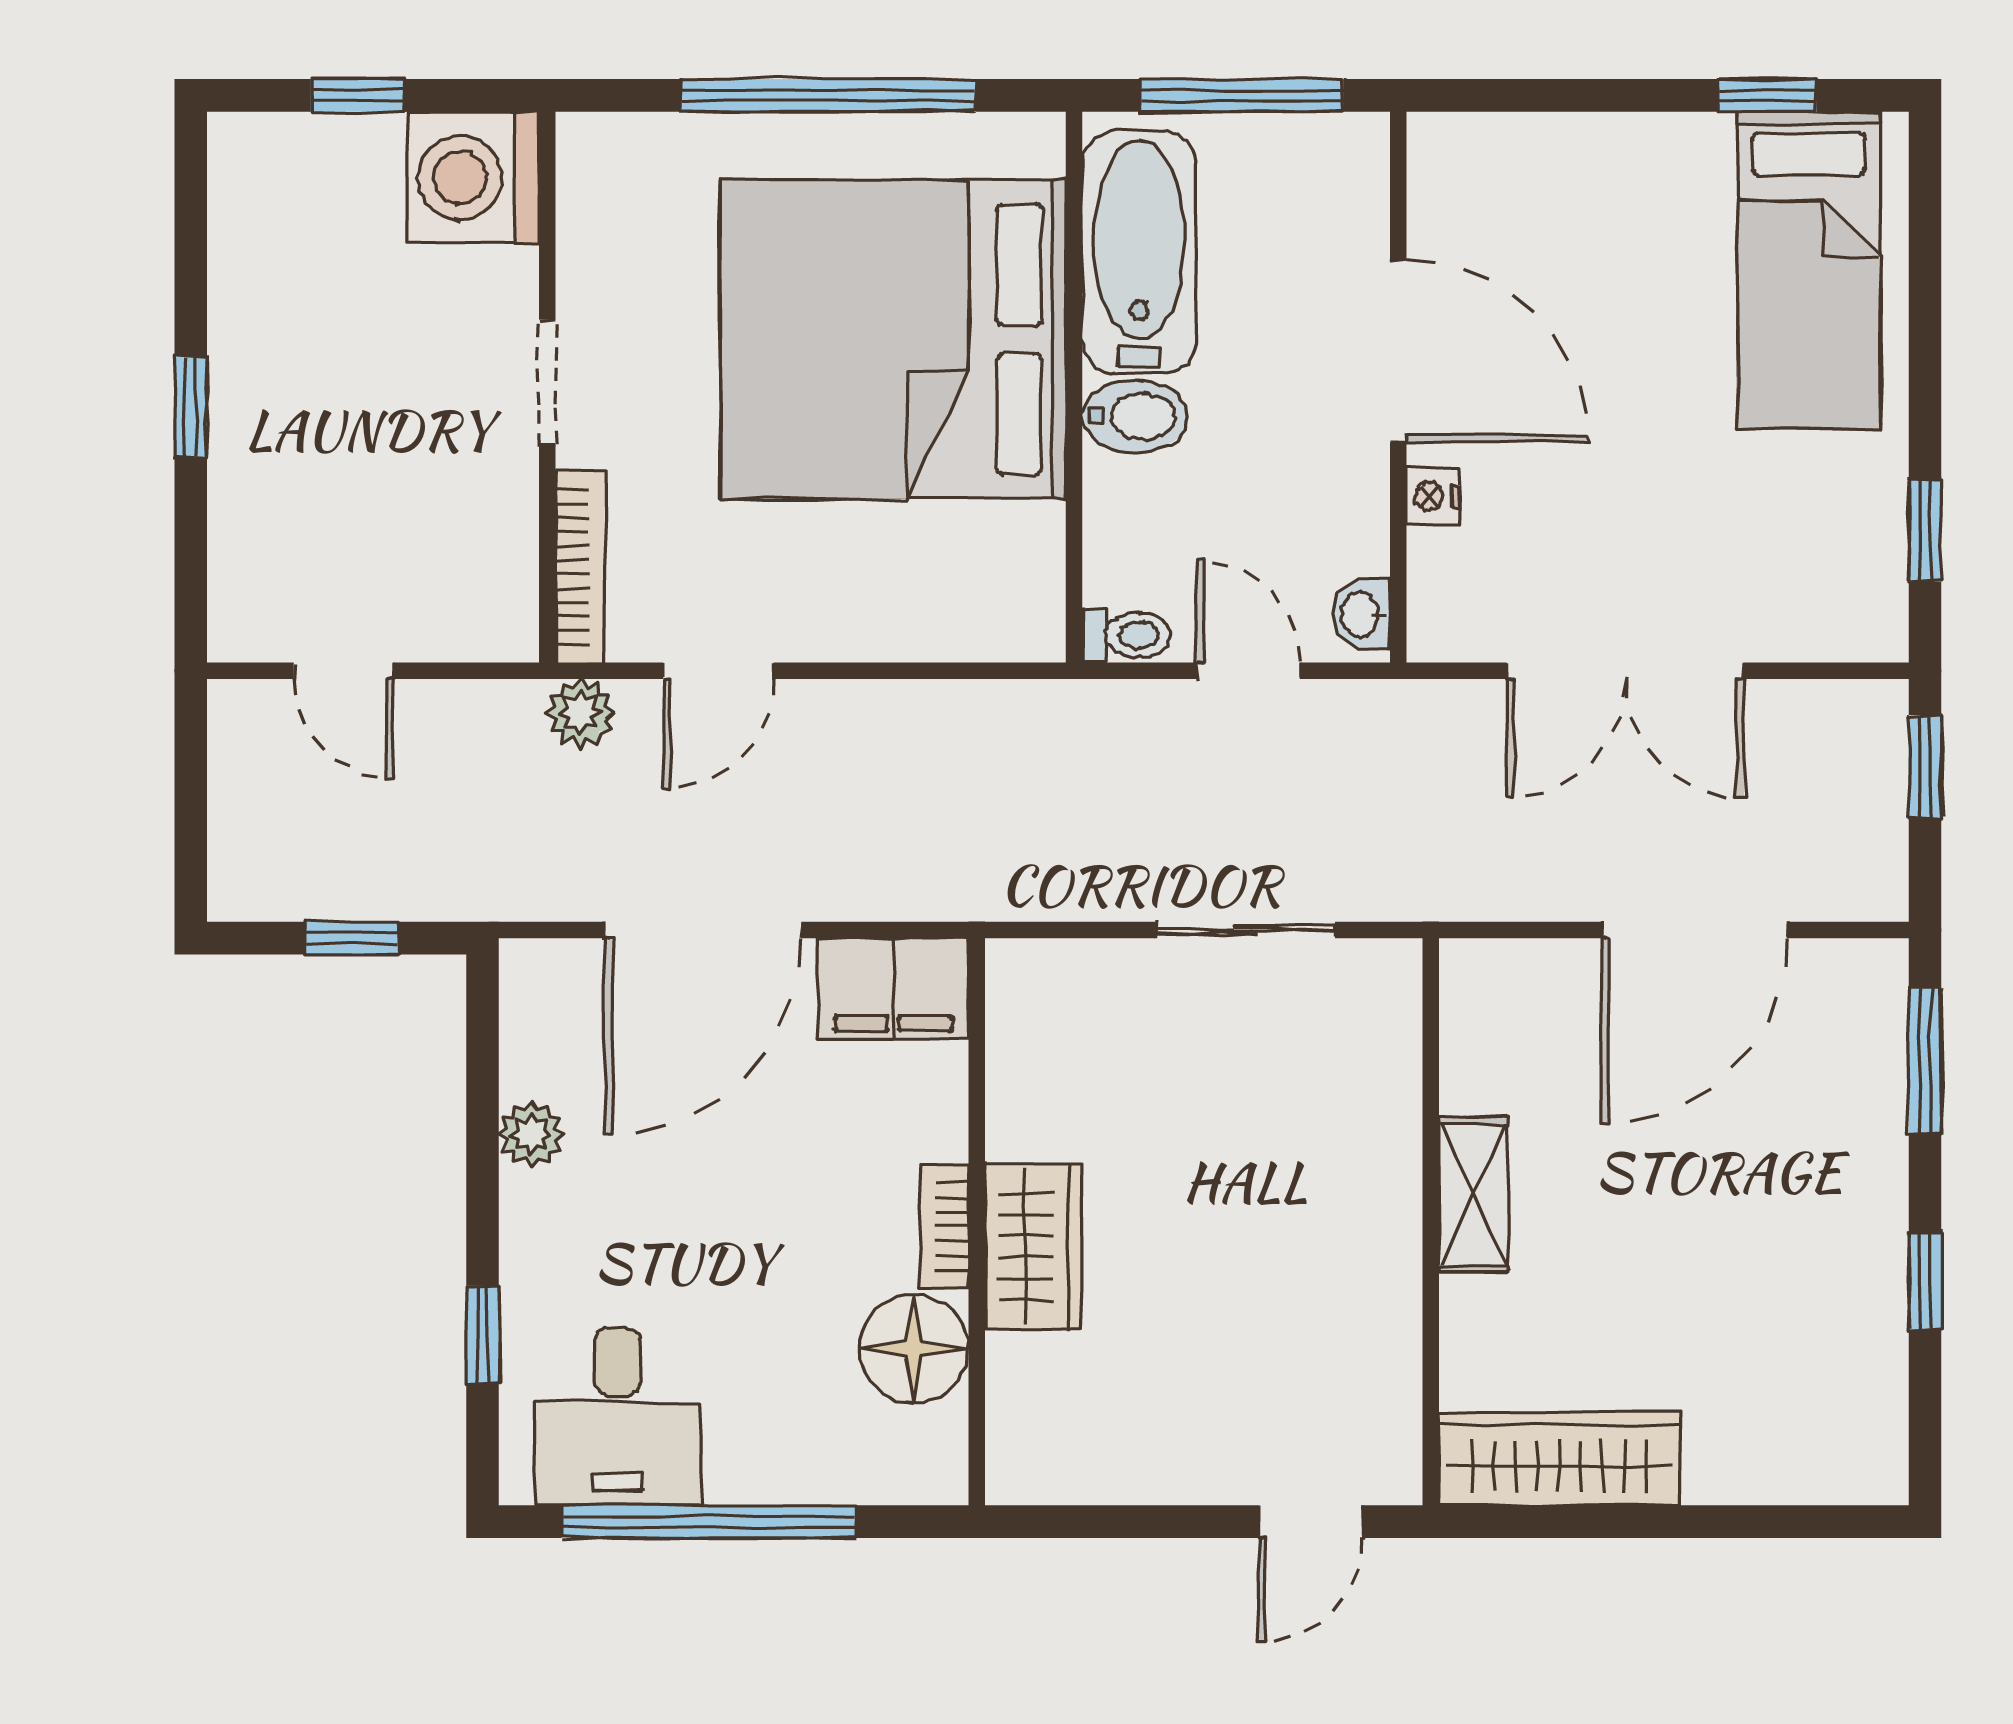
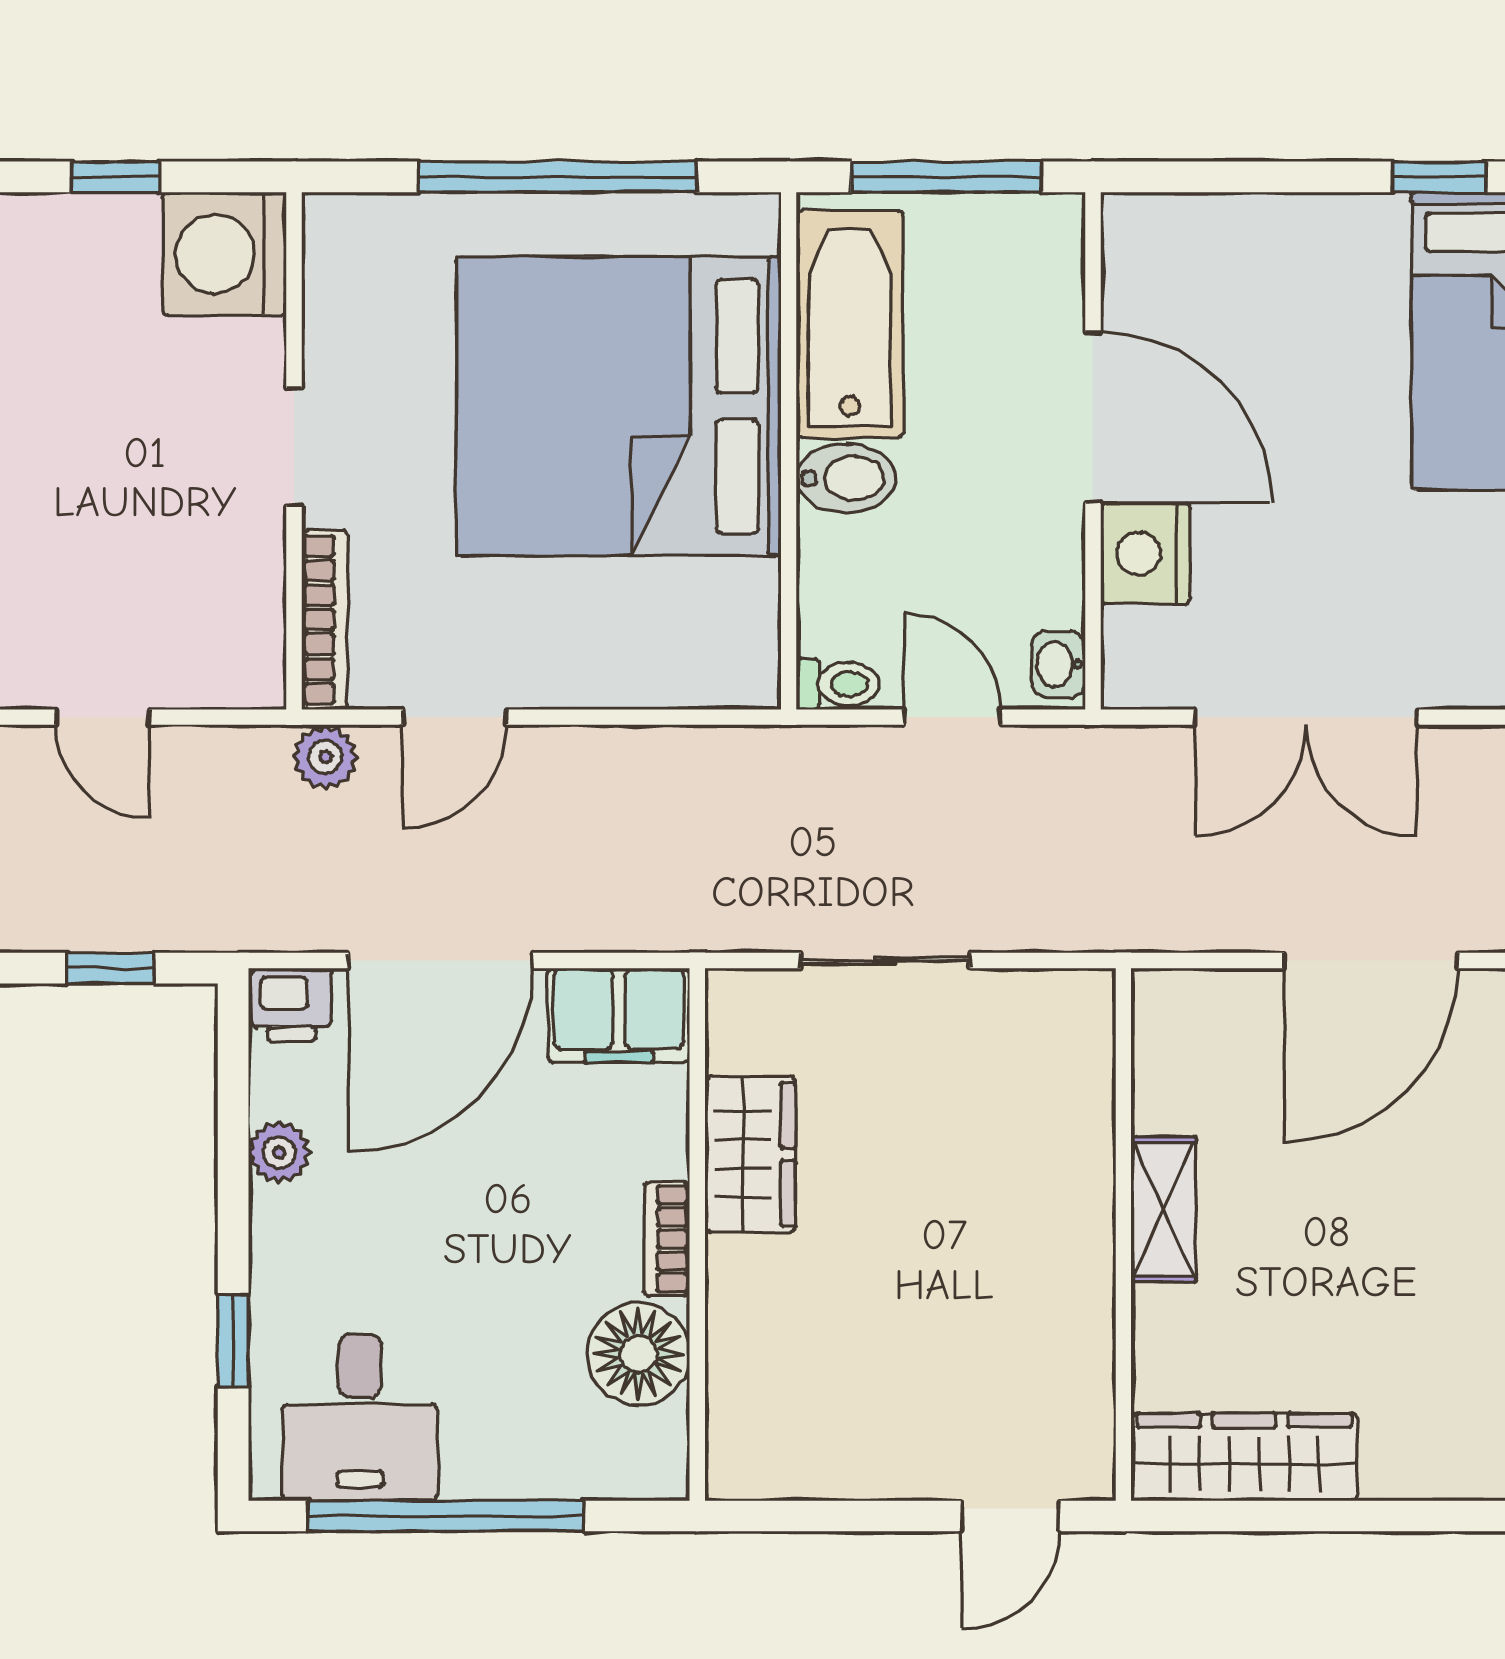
nightstand: (1433, 497) -> (1146, 554), width x1.89, depth x1.79
sliding door: (1245, 930) -> (885, 961), moved
printer: (544, 977) -> (291, 1005), added
wardrobe: (1033, 1247) -> (750, 1154), moved

